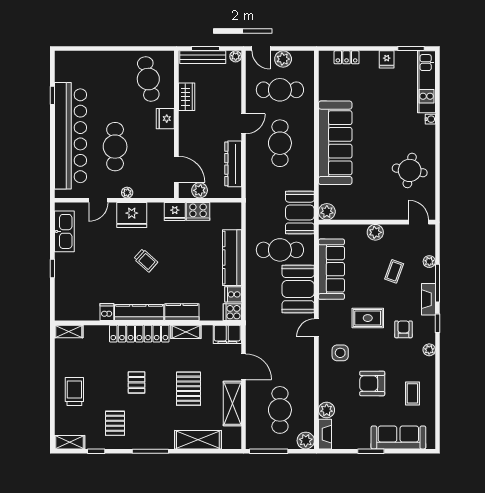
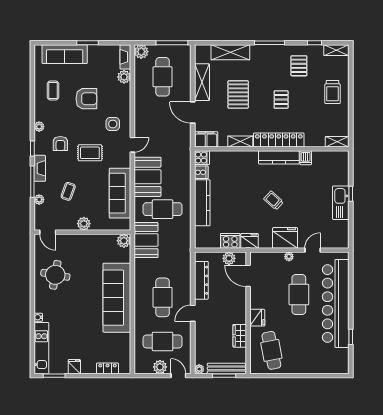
kitchen sink: (64, 231) -> (341, 203), moved
kitchen counter: (182, 312) -> (244, 158), removed

